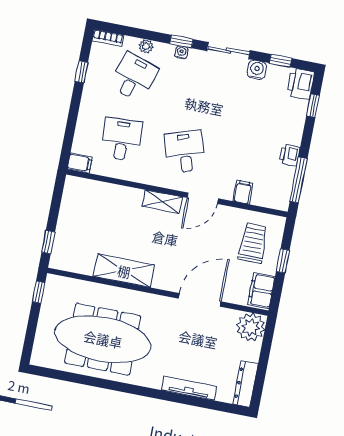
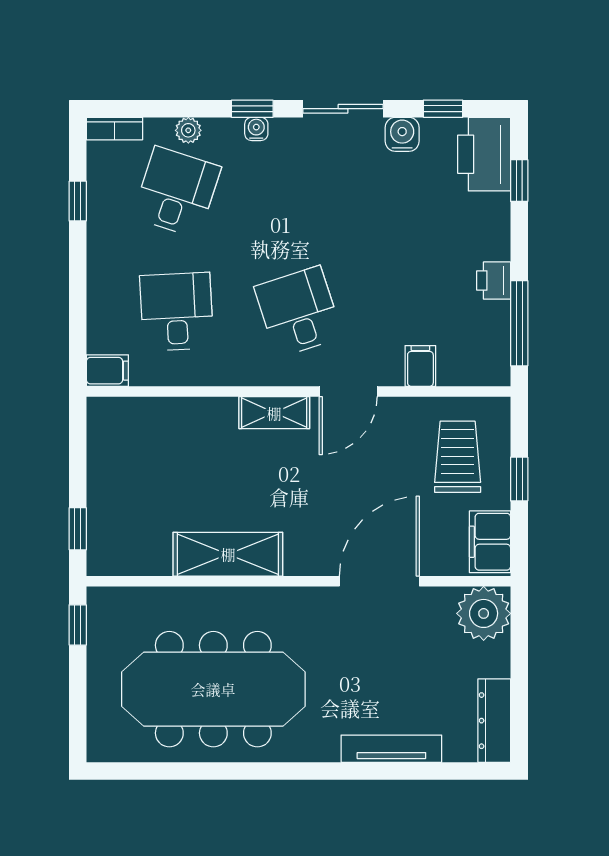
printer: (301, 84) -> (484, 154), width x1.37, depth x1.19

